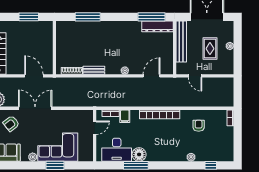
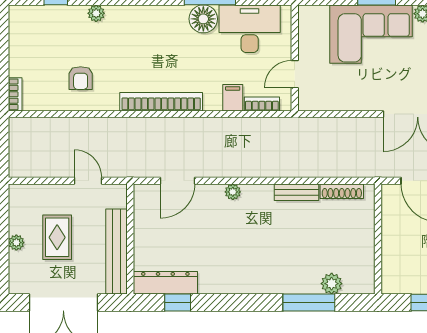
window: (152, 17) -> (178, 303), width x0.46
plant: (77, 26) -> (332, 284), added

